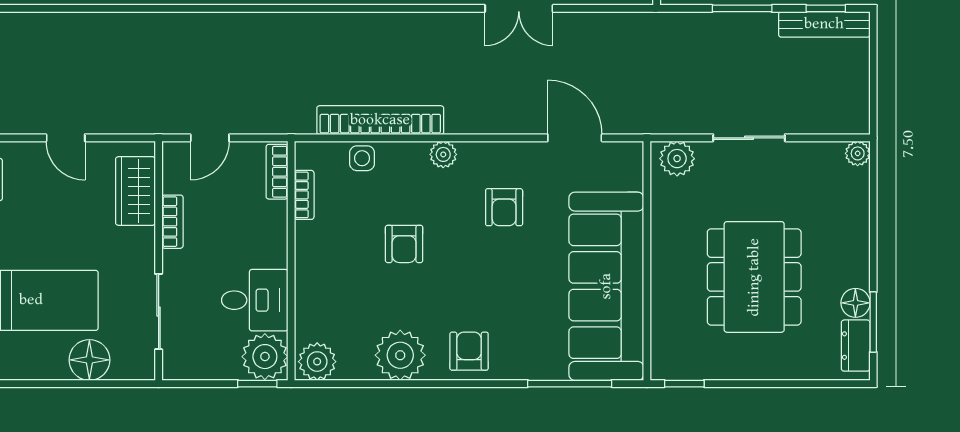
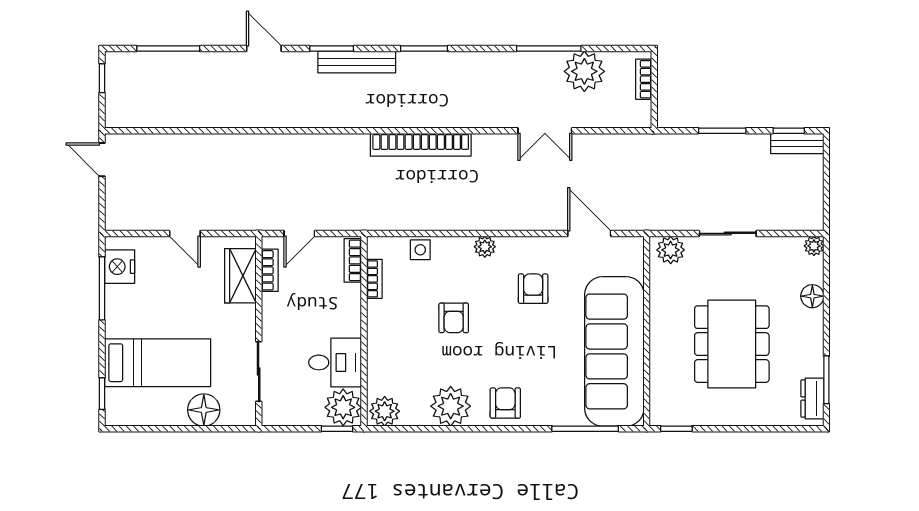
bench: (824, 24) -> (797, 143), width x0.73
bookcase: (380, 120) -> (421, 145), moved, turned 180
armchair: (504, 207) -> (533, 289), turned 180
bookcase: (172, 222) -> (270, 270), moved
floor lamp: (855, 303) -> (812, 296), moved

